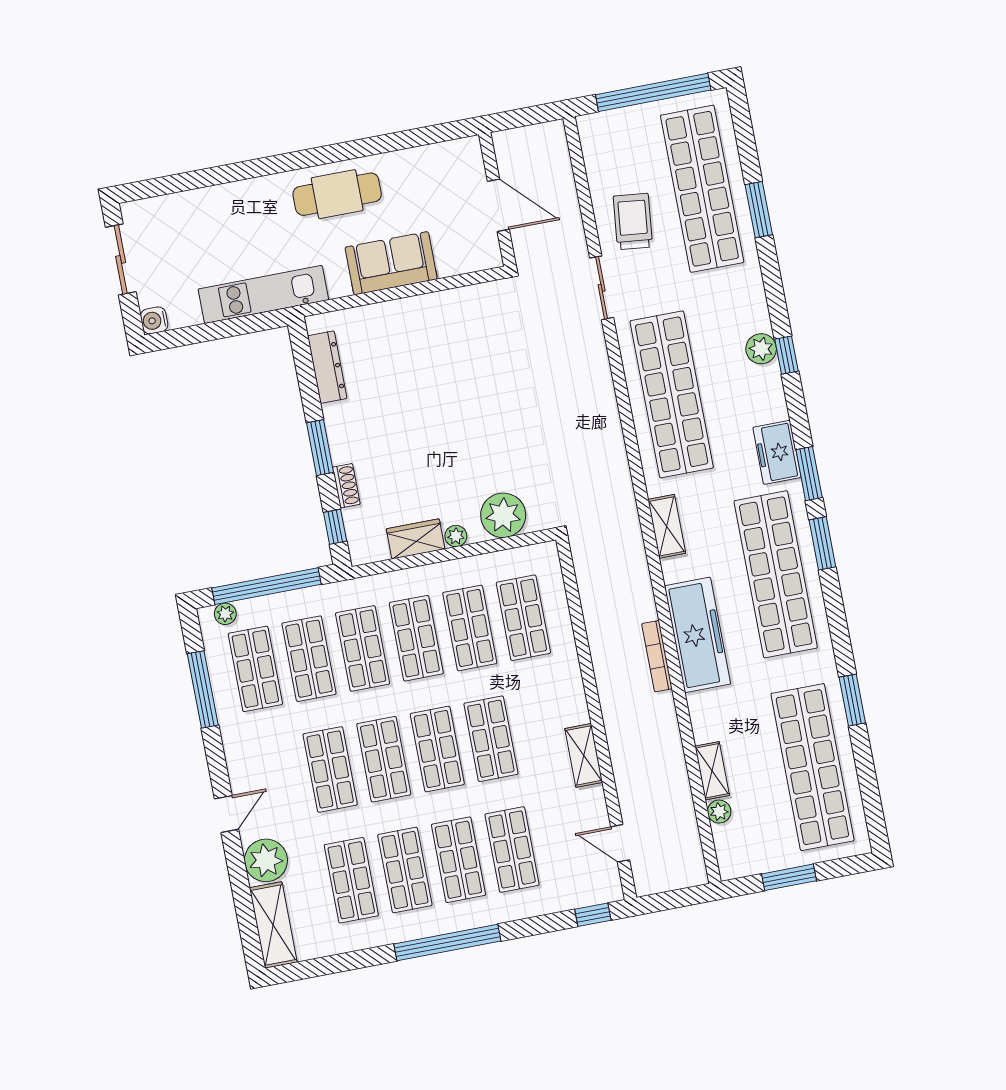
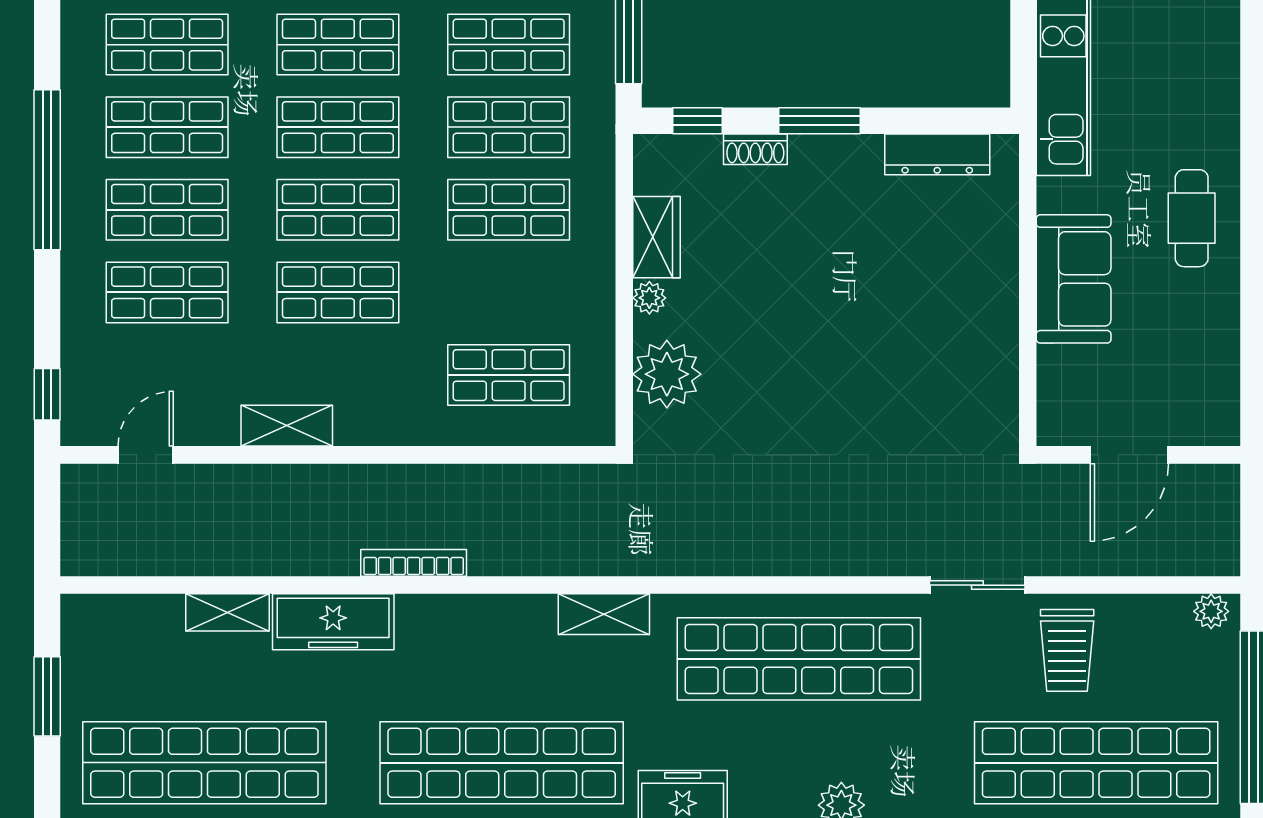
cafe table: (337, 194) -> (1192, 218), width x0.73, depth x0.74
trolley: (633, 221) -> (1067, 650), turned 84
shop shelf: (470, 628) -> (509, 292), removed
freezer: (697, 635) -> (333, 622), moved, width x0.73, depth x0.79
plant: (719, 812) -> (1211, 611), moved

